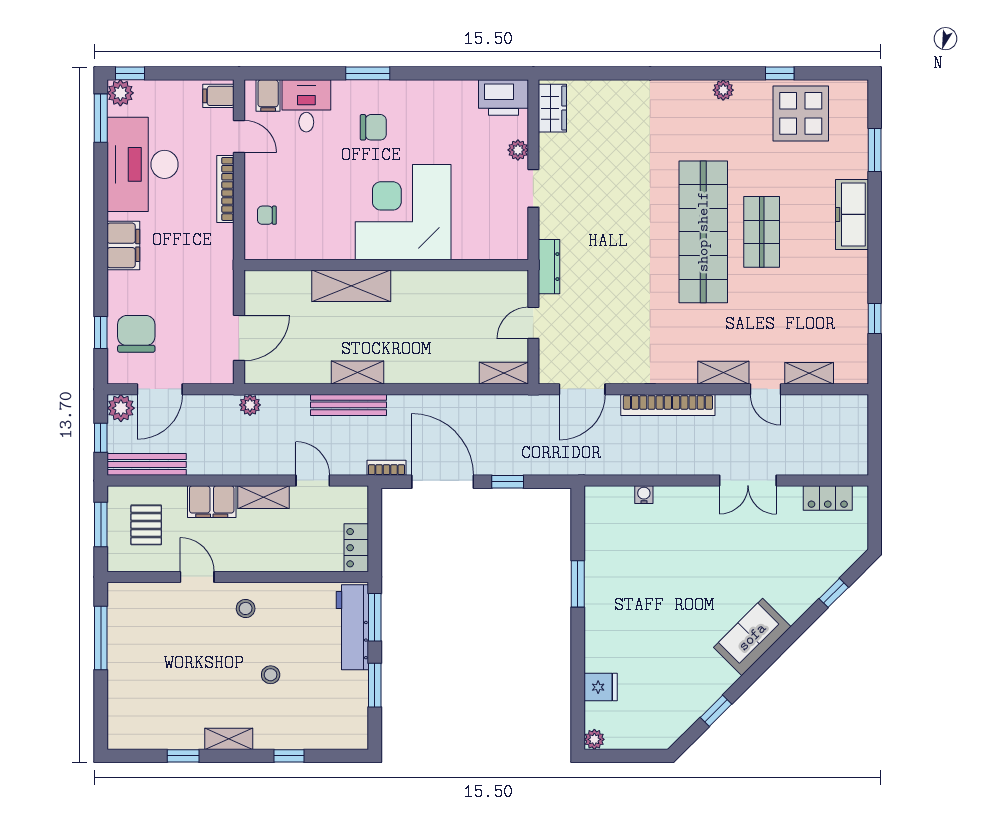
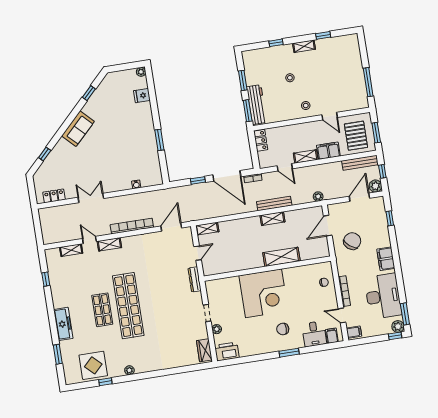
chair: (136, 334) -> (352, 241), moved, turned -141
pallet: (146, 525) -> (356, 136), width x1.50, depth x1.42

